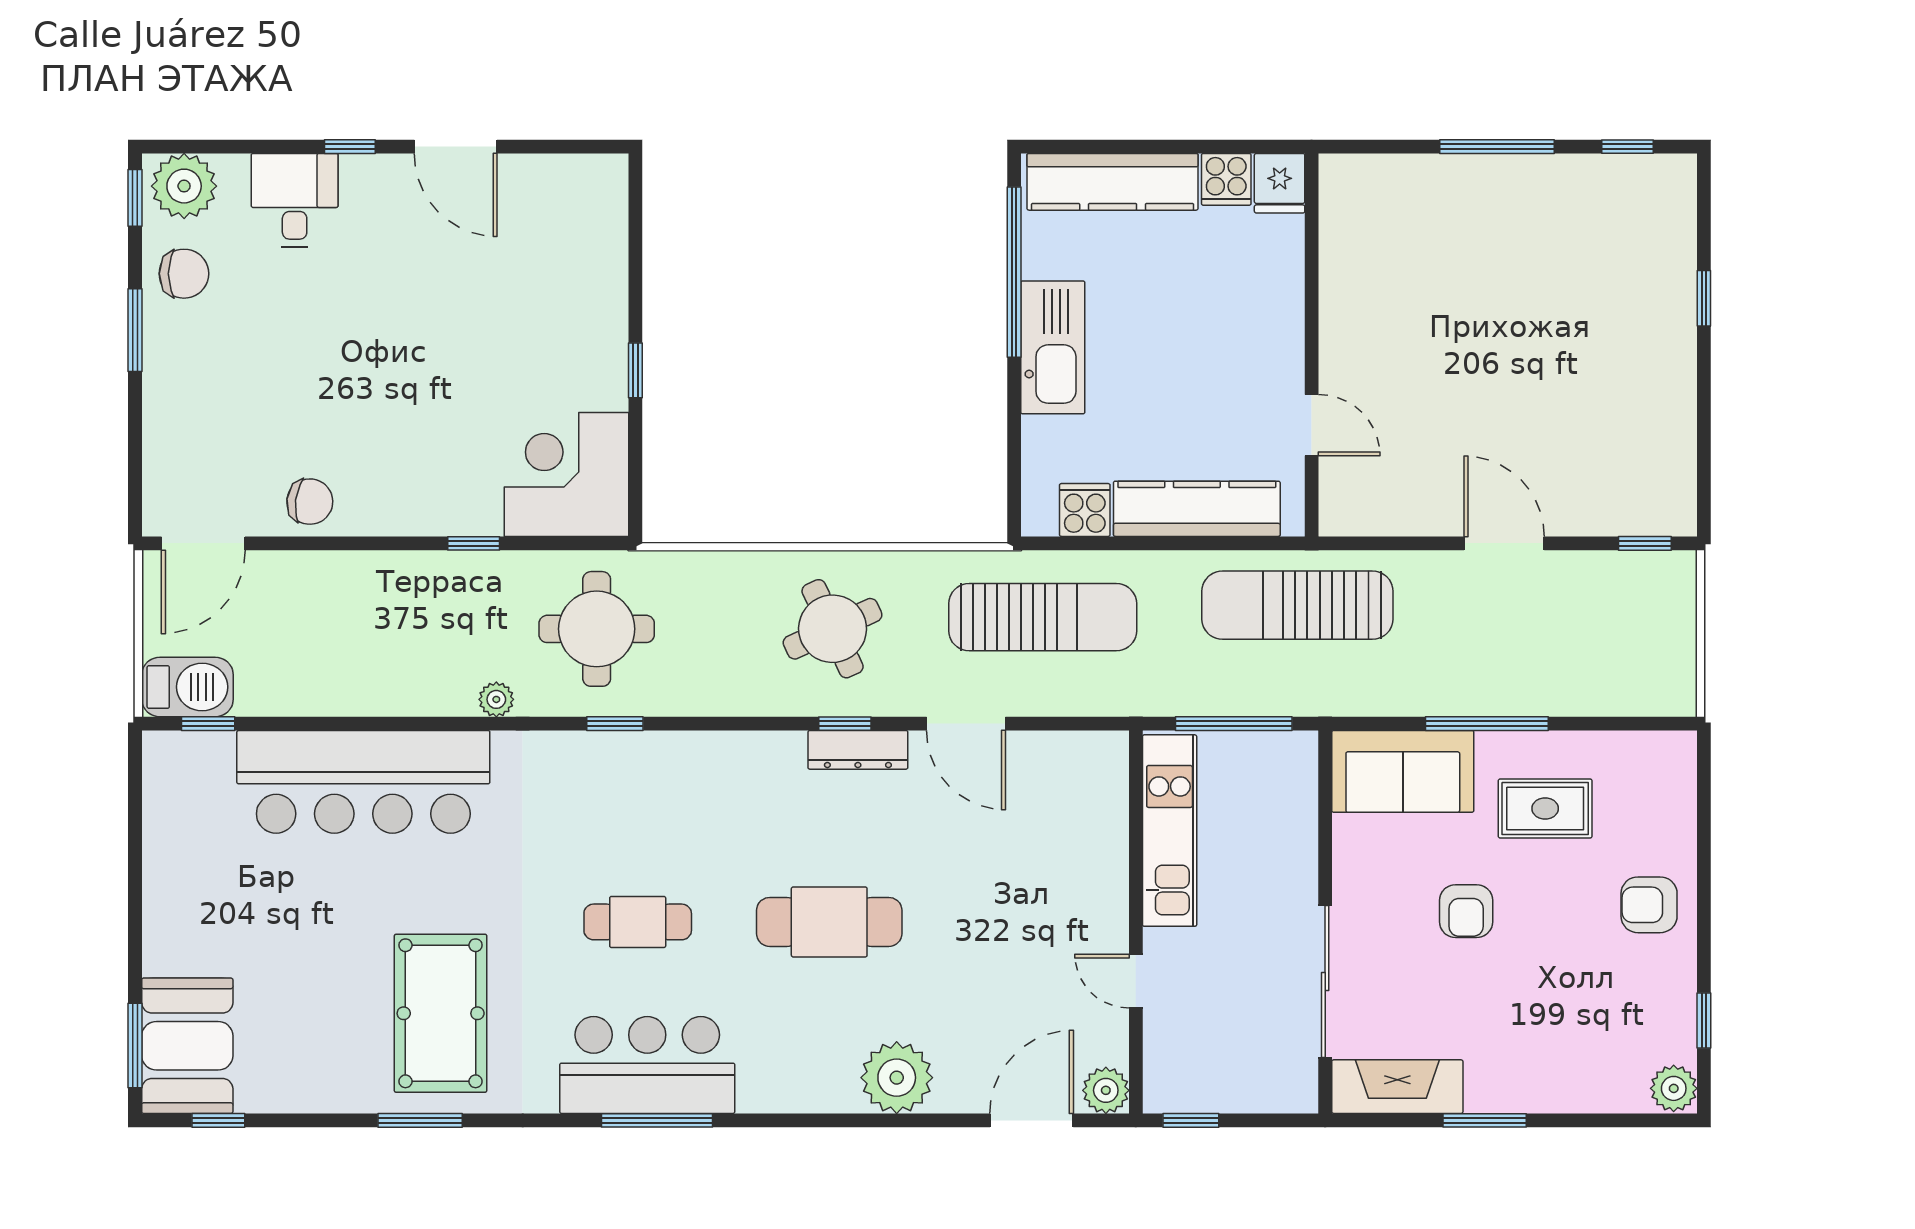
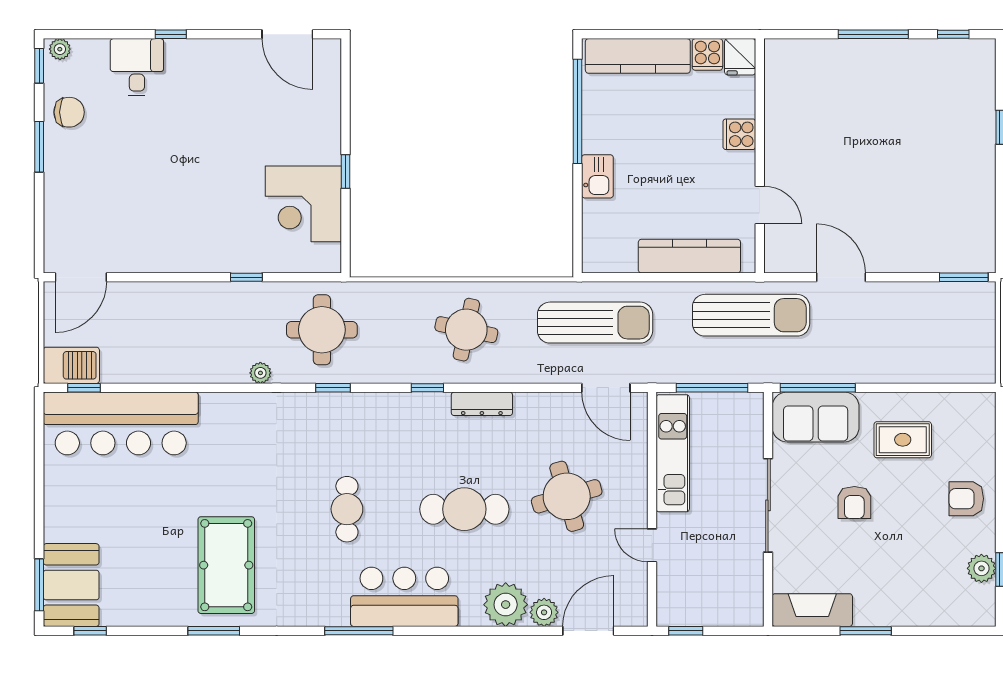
door: (456, 147) -> (287, 34), moved
plant: (184, 186) -> (60, 49), width x0.53, depth x0.53
kitchen sink: (1053, 347) -> (597, 176), width x0.53, depth x0.81
corner desk: (567, 474) -> (303, 204), moved, turned -90
chair: (310, 502) -> (146, 252), removed
cooker: (1085, 510) -> (739, 134), moved, turned -90
door: (1504, 543) -> (841, 277), moved
window: (1645, 543) -> (964, 277), width x1.50
sun lounger: (1297, 605) -> (751, 315), turned 180
round table: (833, 629) -> (466, 330), turned 37
window: (845, 724) -> (427, 388), moved
door: (966, 724) -> (606, 388), moved
window: (1487, 724) -> (818, 388), moved
bar counter: (363, 782) -> (121, 423), moved
round table: (996, 901) -> (567, 496), added
cafe table: (638, 922) -> (347, 509), turned 90
sliding door: (1325, 981) -> (768, 505), moved
bar counter: (647, 1065) -> (404, 597), moved
plant: (1674, 1088) -> (981, 568), moved
plant: (1106, 1090) -> (544, 612), moved

